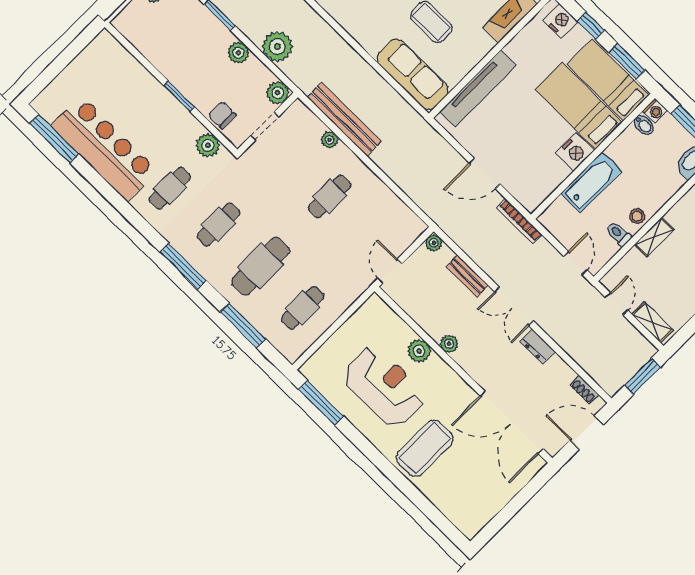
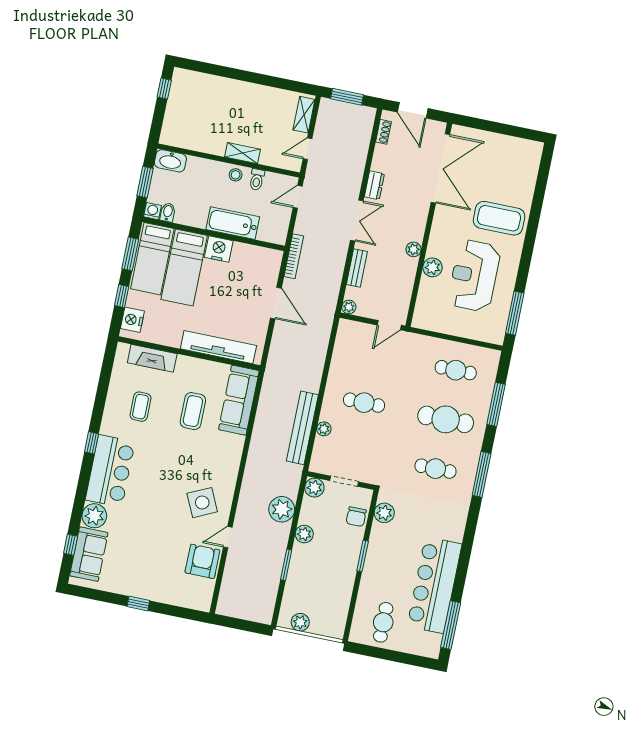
cafe table: (170, 188) -> (383, 622), moved, turned 90

